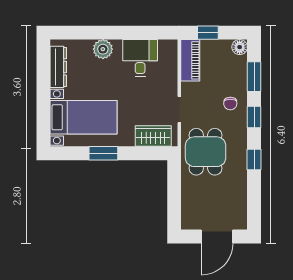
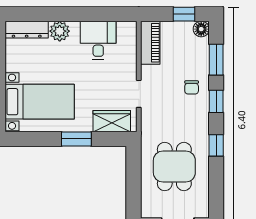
window: (208, 33) -> (184, 14), moved
dresser: (58, 67) -> (27, 30), moved, turned 90
dining table: (206, 152) -> (174, 167), moved
window: (103, 153) -> (76, 139), moved

